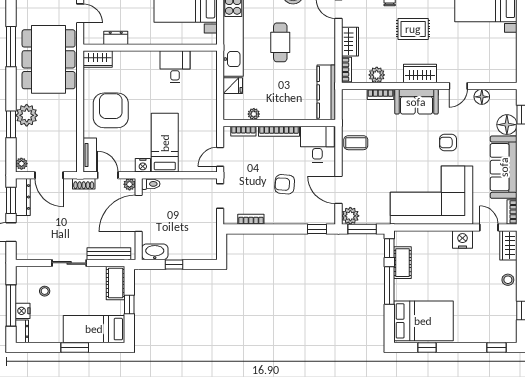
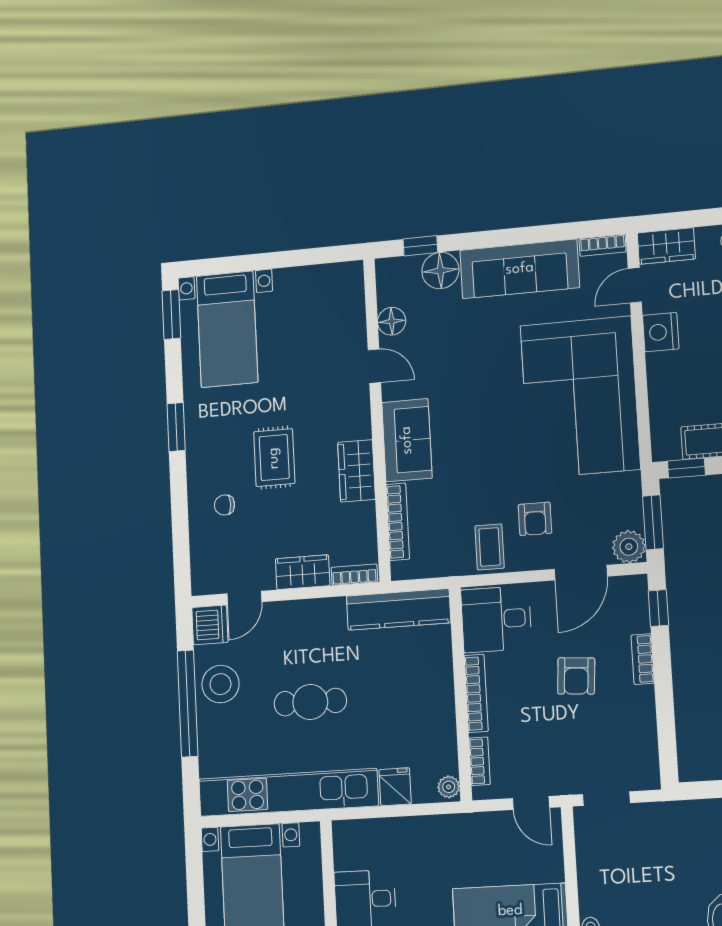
wardrobe: (420, 74) -> (357, 471), moved
plant: (377, 75) -> (361, 518), removed
bookcase: (380, 94) -> (398, 522), width x1.56
plant: (254, 114) -> (449, 787), moved
armchair: (448, 142) -> (535, 519), moved
bookcase: (251, 219) -> (643, 659), moved

